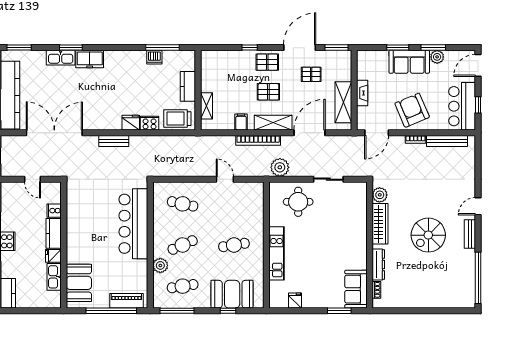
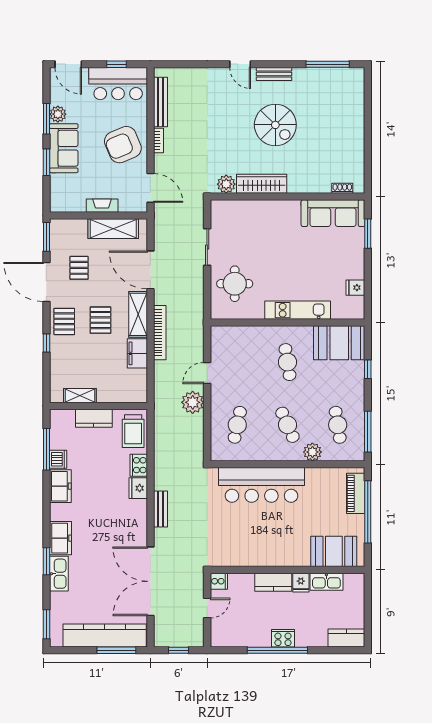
freezer: (132, 59) -> (60, 486), added
shelving: (206, 106) -> (80, 396), moved
filing cabinet: (241, 122) -> (137, 353), width x2.00
plant: (280, 167) -> (193, 402), moved
cooker: (54, 211) -> (219, 581), moved, turned -90
dresser: (378, 265) -> (311, 186), removed
window: (478, 278) -> (328, 64), width x0.68
sofa: (356, 289) -> (333, 213), width x1.36
booth: (232, 294) -> (339, 343), moved, turned 90

